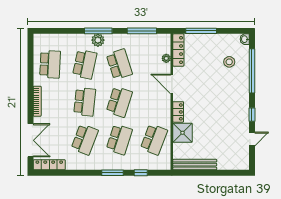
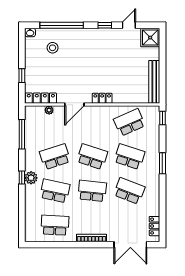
window: (98, 31) -> (22, 177), width x0.46
window: (201, 31) -> (22, 76), width x0.46
shower: (183, 133) -> (150, 38), moved
school desk: (154, 139) -> (129, 122), turned -45
door: (252, 139) -> (129, 25), hinge flipped
double door: (30, 140) -> (130, 245), swing flipped
locker: (49, 165) -> (154, 226), width x0.66
window: (141, 173) -> (162, 118), moved

